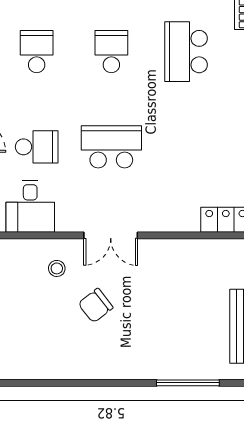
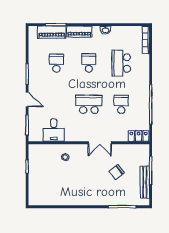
school desk: (37, 147) -> (121, 104), moved, turned -90
double door: (111, 235) -> (100, 143), moved
chair: (96, 306) -> (117, 172), moved

